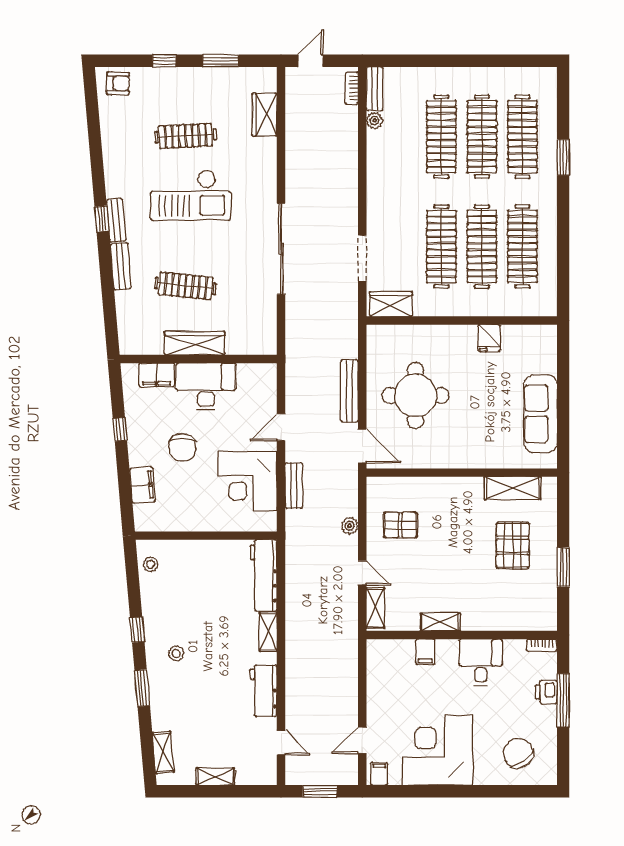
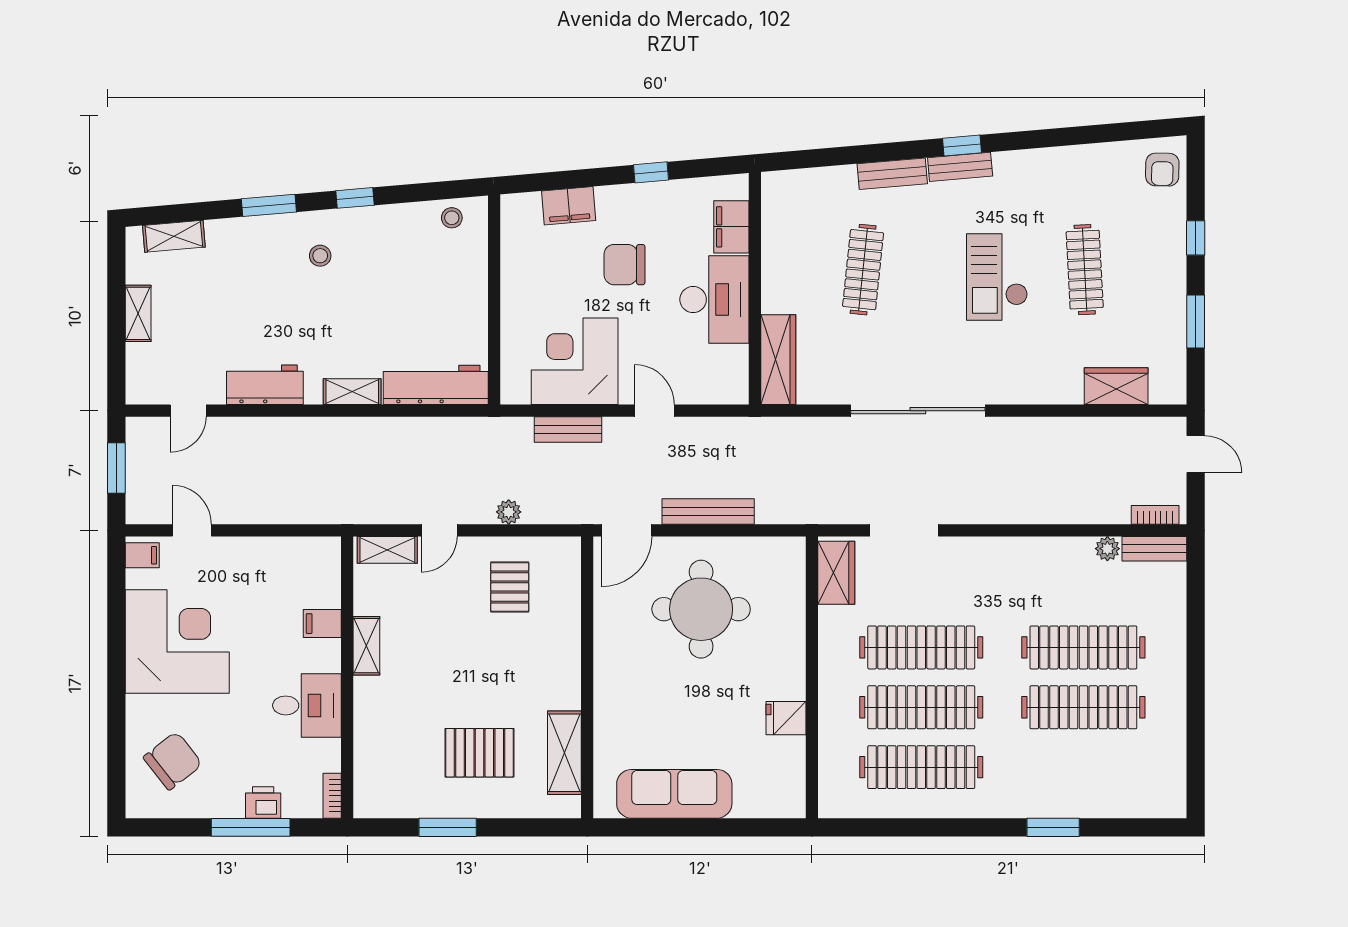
clothes rail: (522, 137) -> (1083, 767), removed
checkout: (191, 195) -> (997, 277), width x0.73, depth x0.83
wardrobe: (195, 343) -> (778, 360), moved

